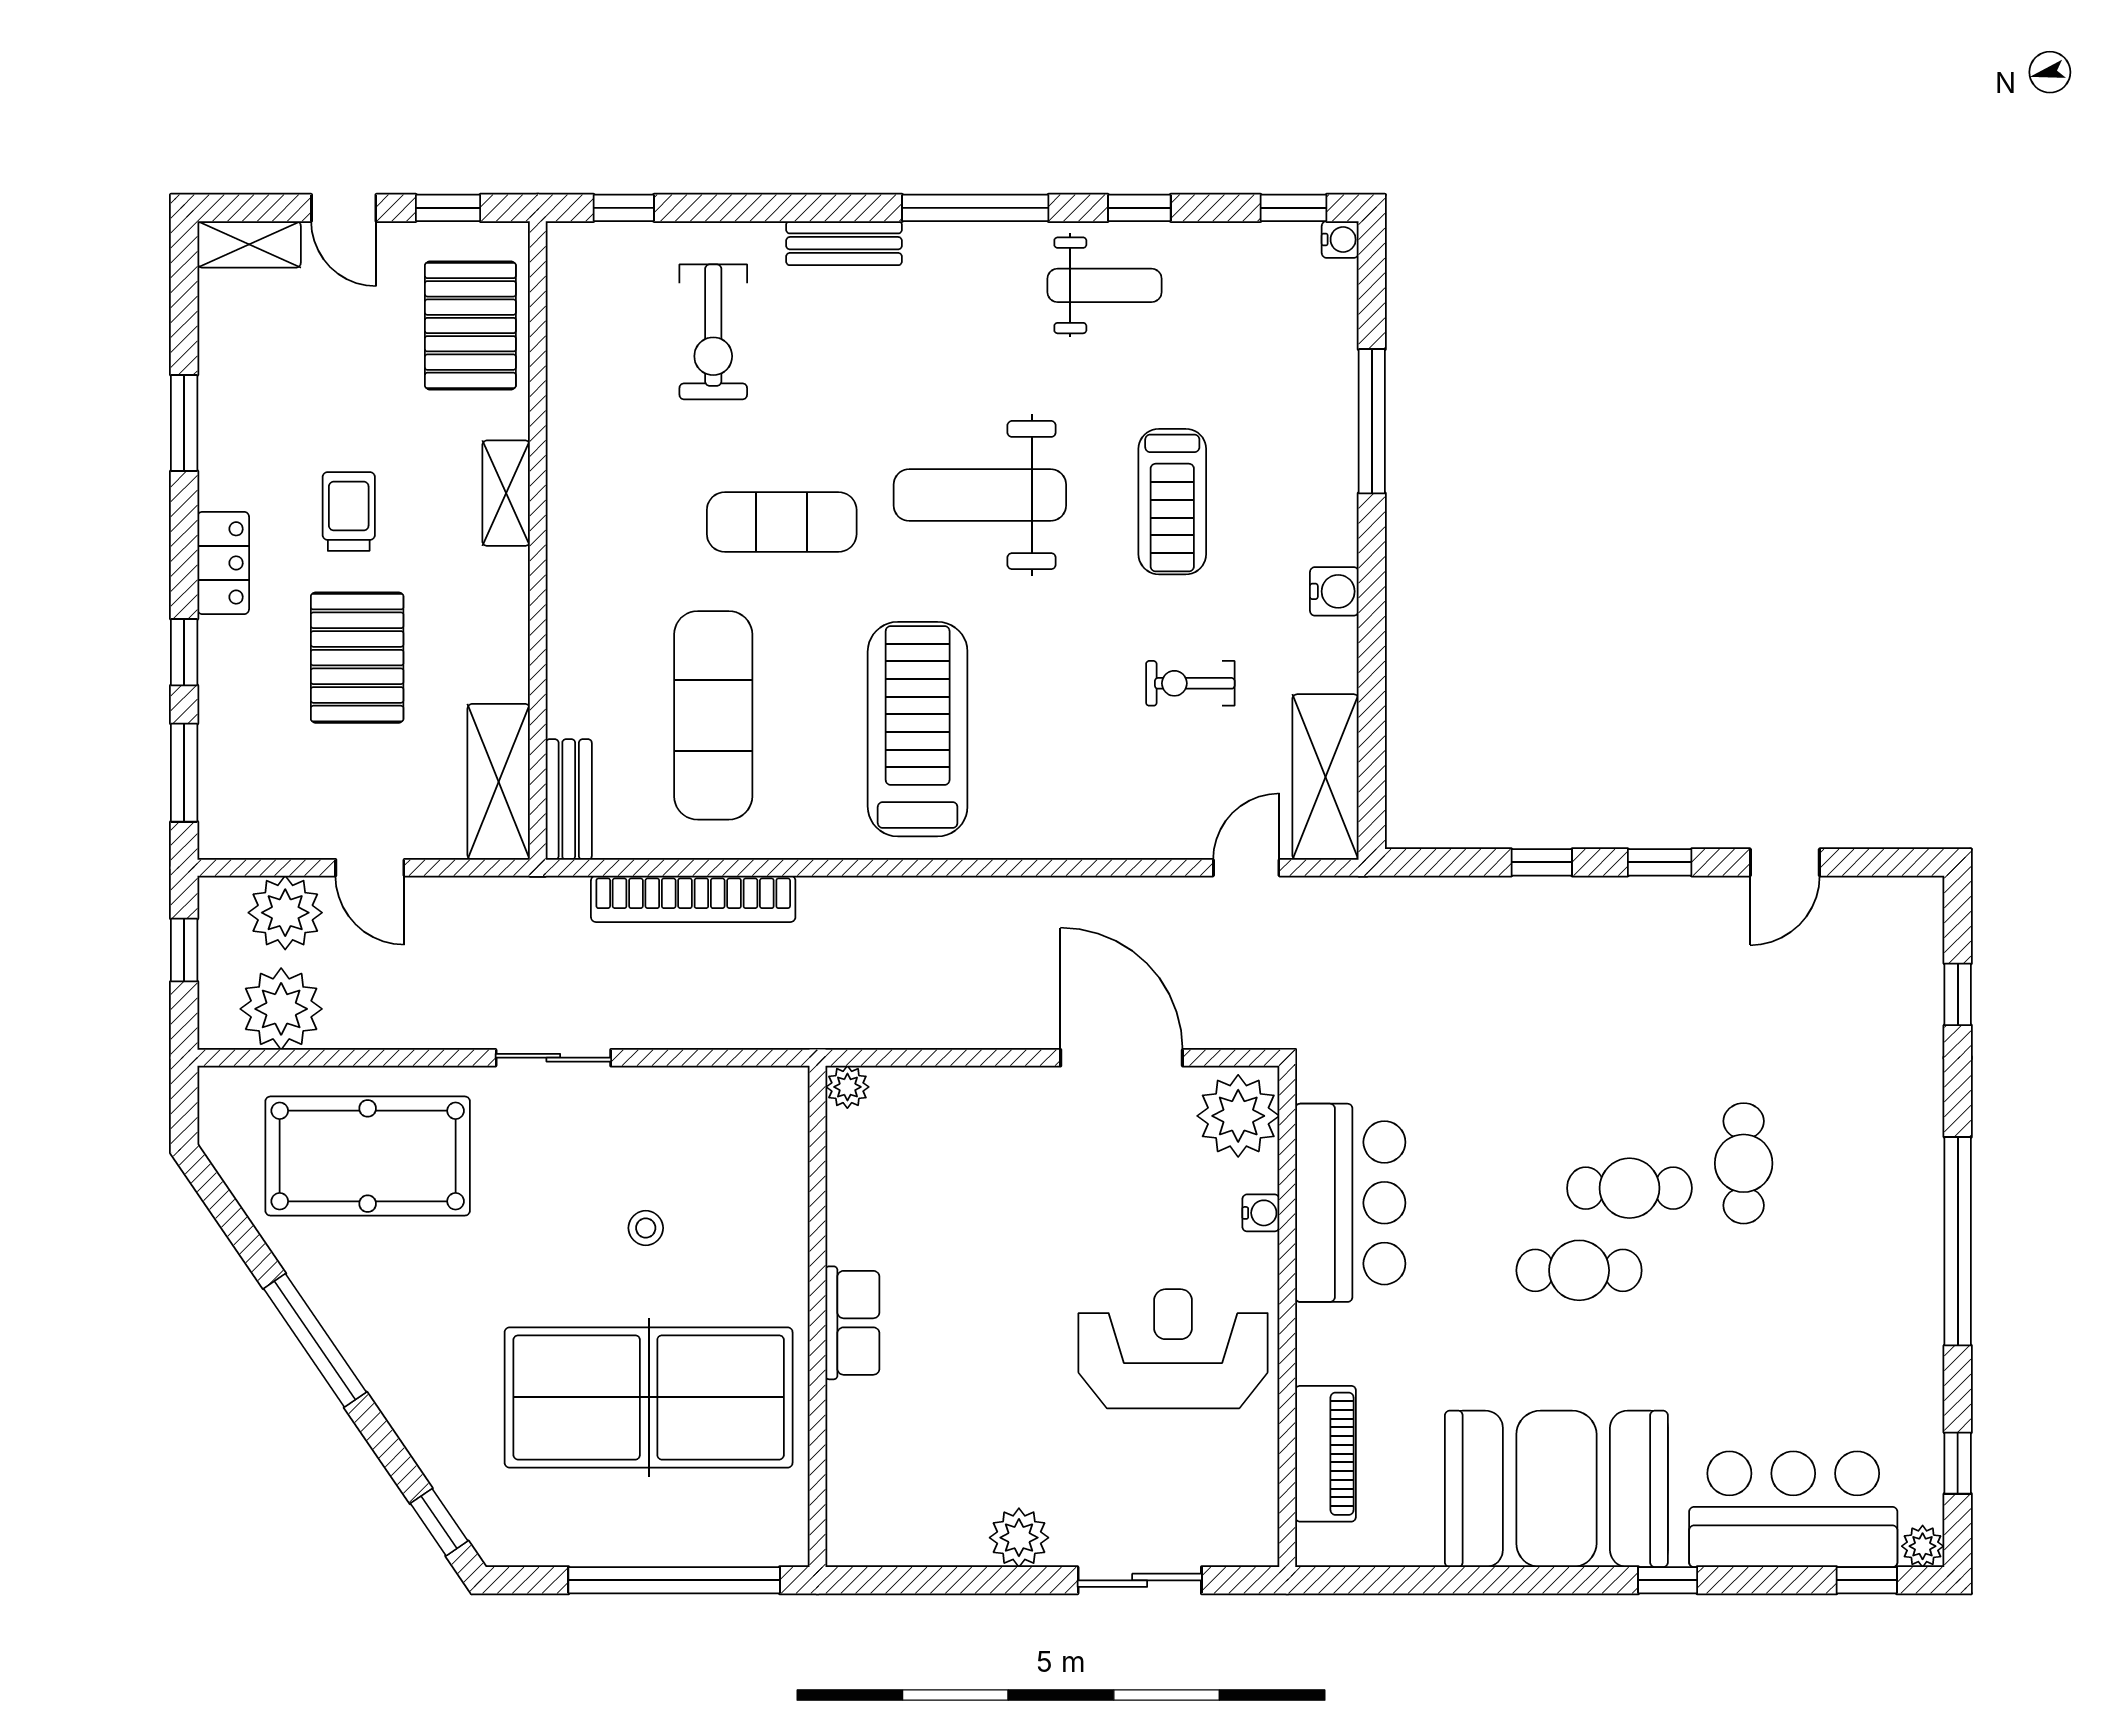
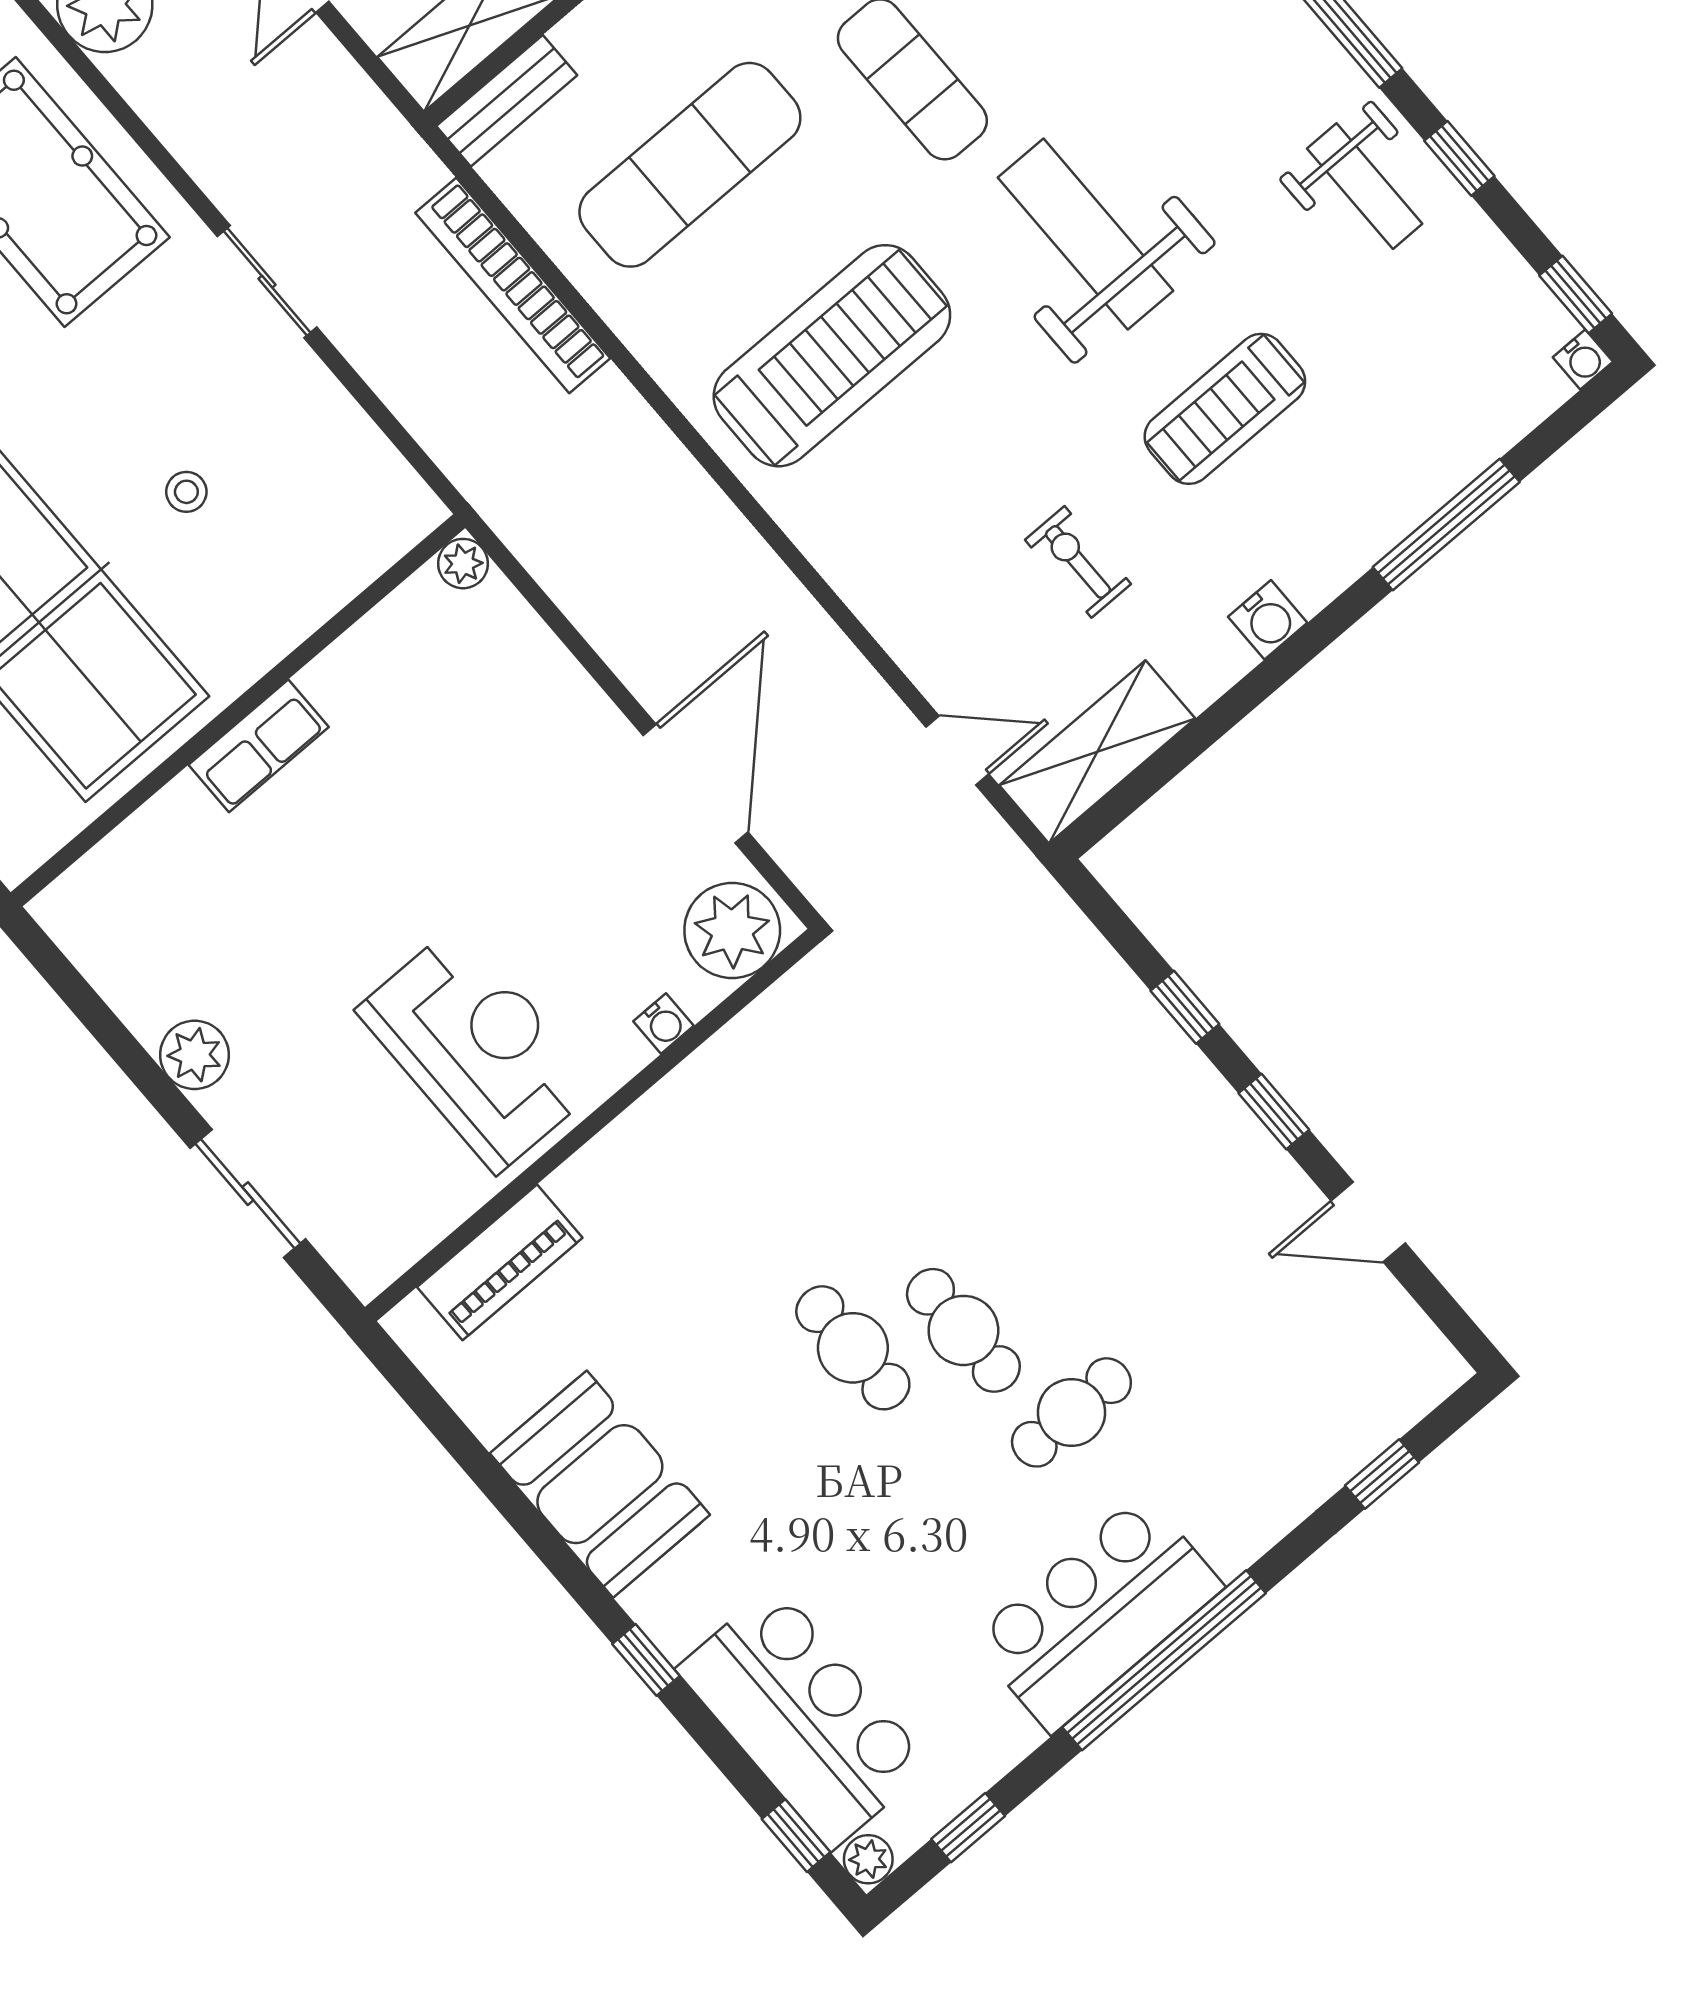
bar counter: (1350, 1203) -> (1097, 1613), moved, turned 180
booth: (1556, 1489) -> (600, 1484), width x0.73, depth x0.70

